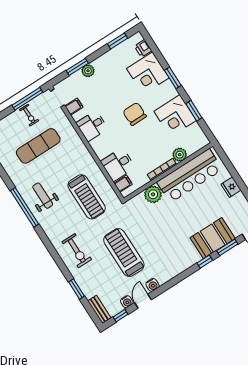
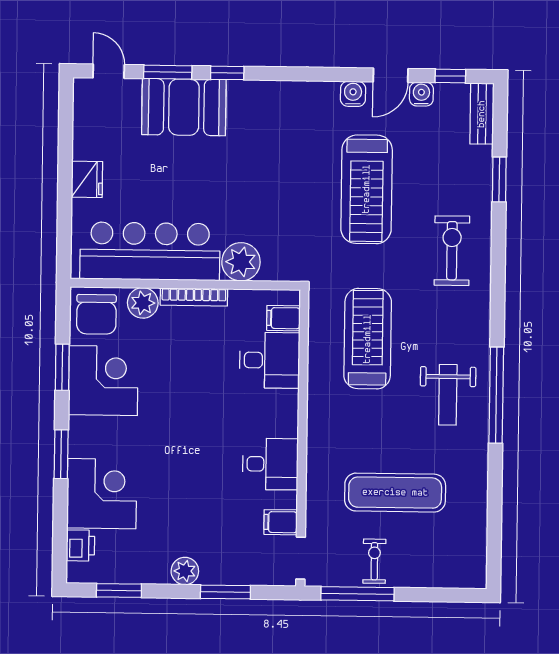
plant: (88, 71) -> (185, 571), moved
chair: (135, 114) -> (96, 314), moved

